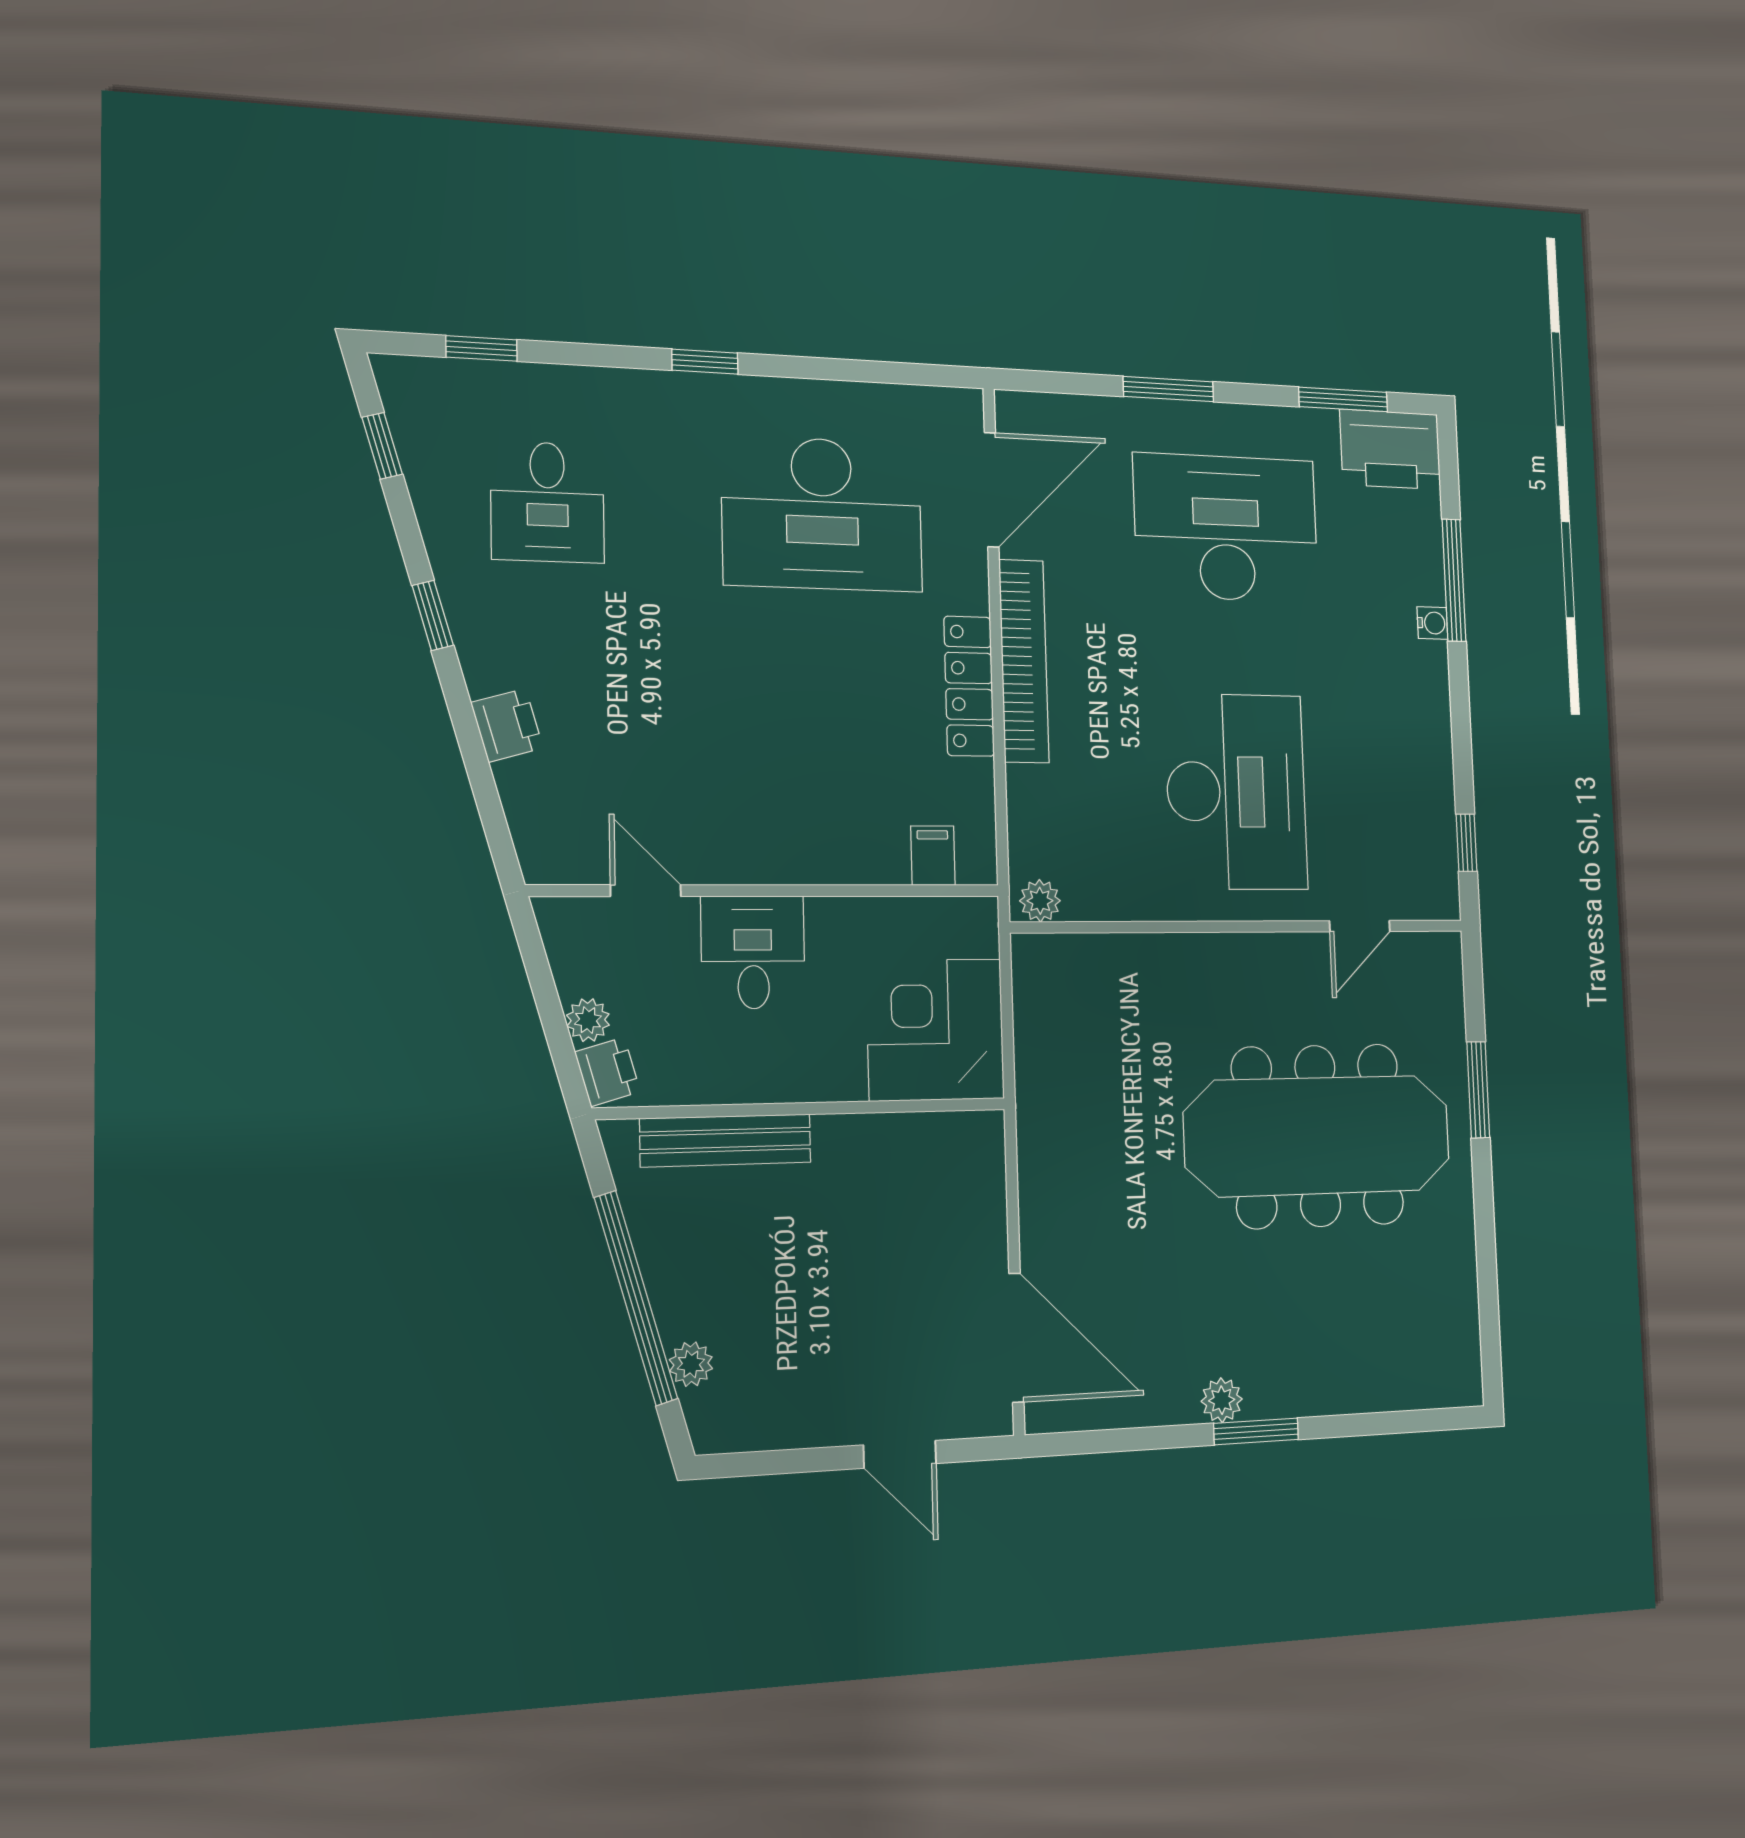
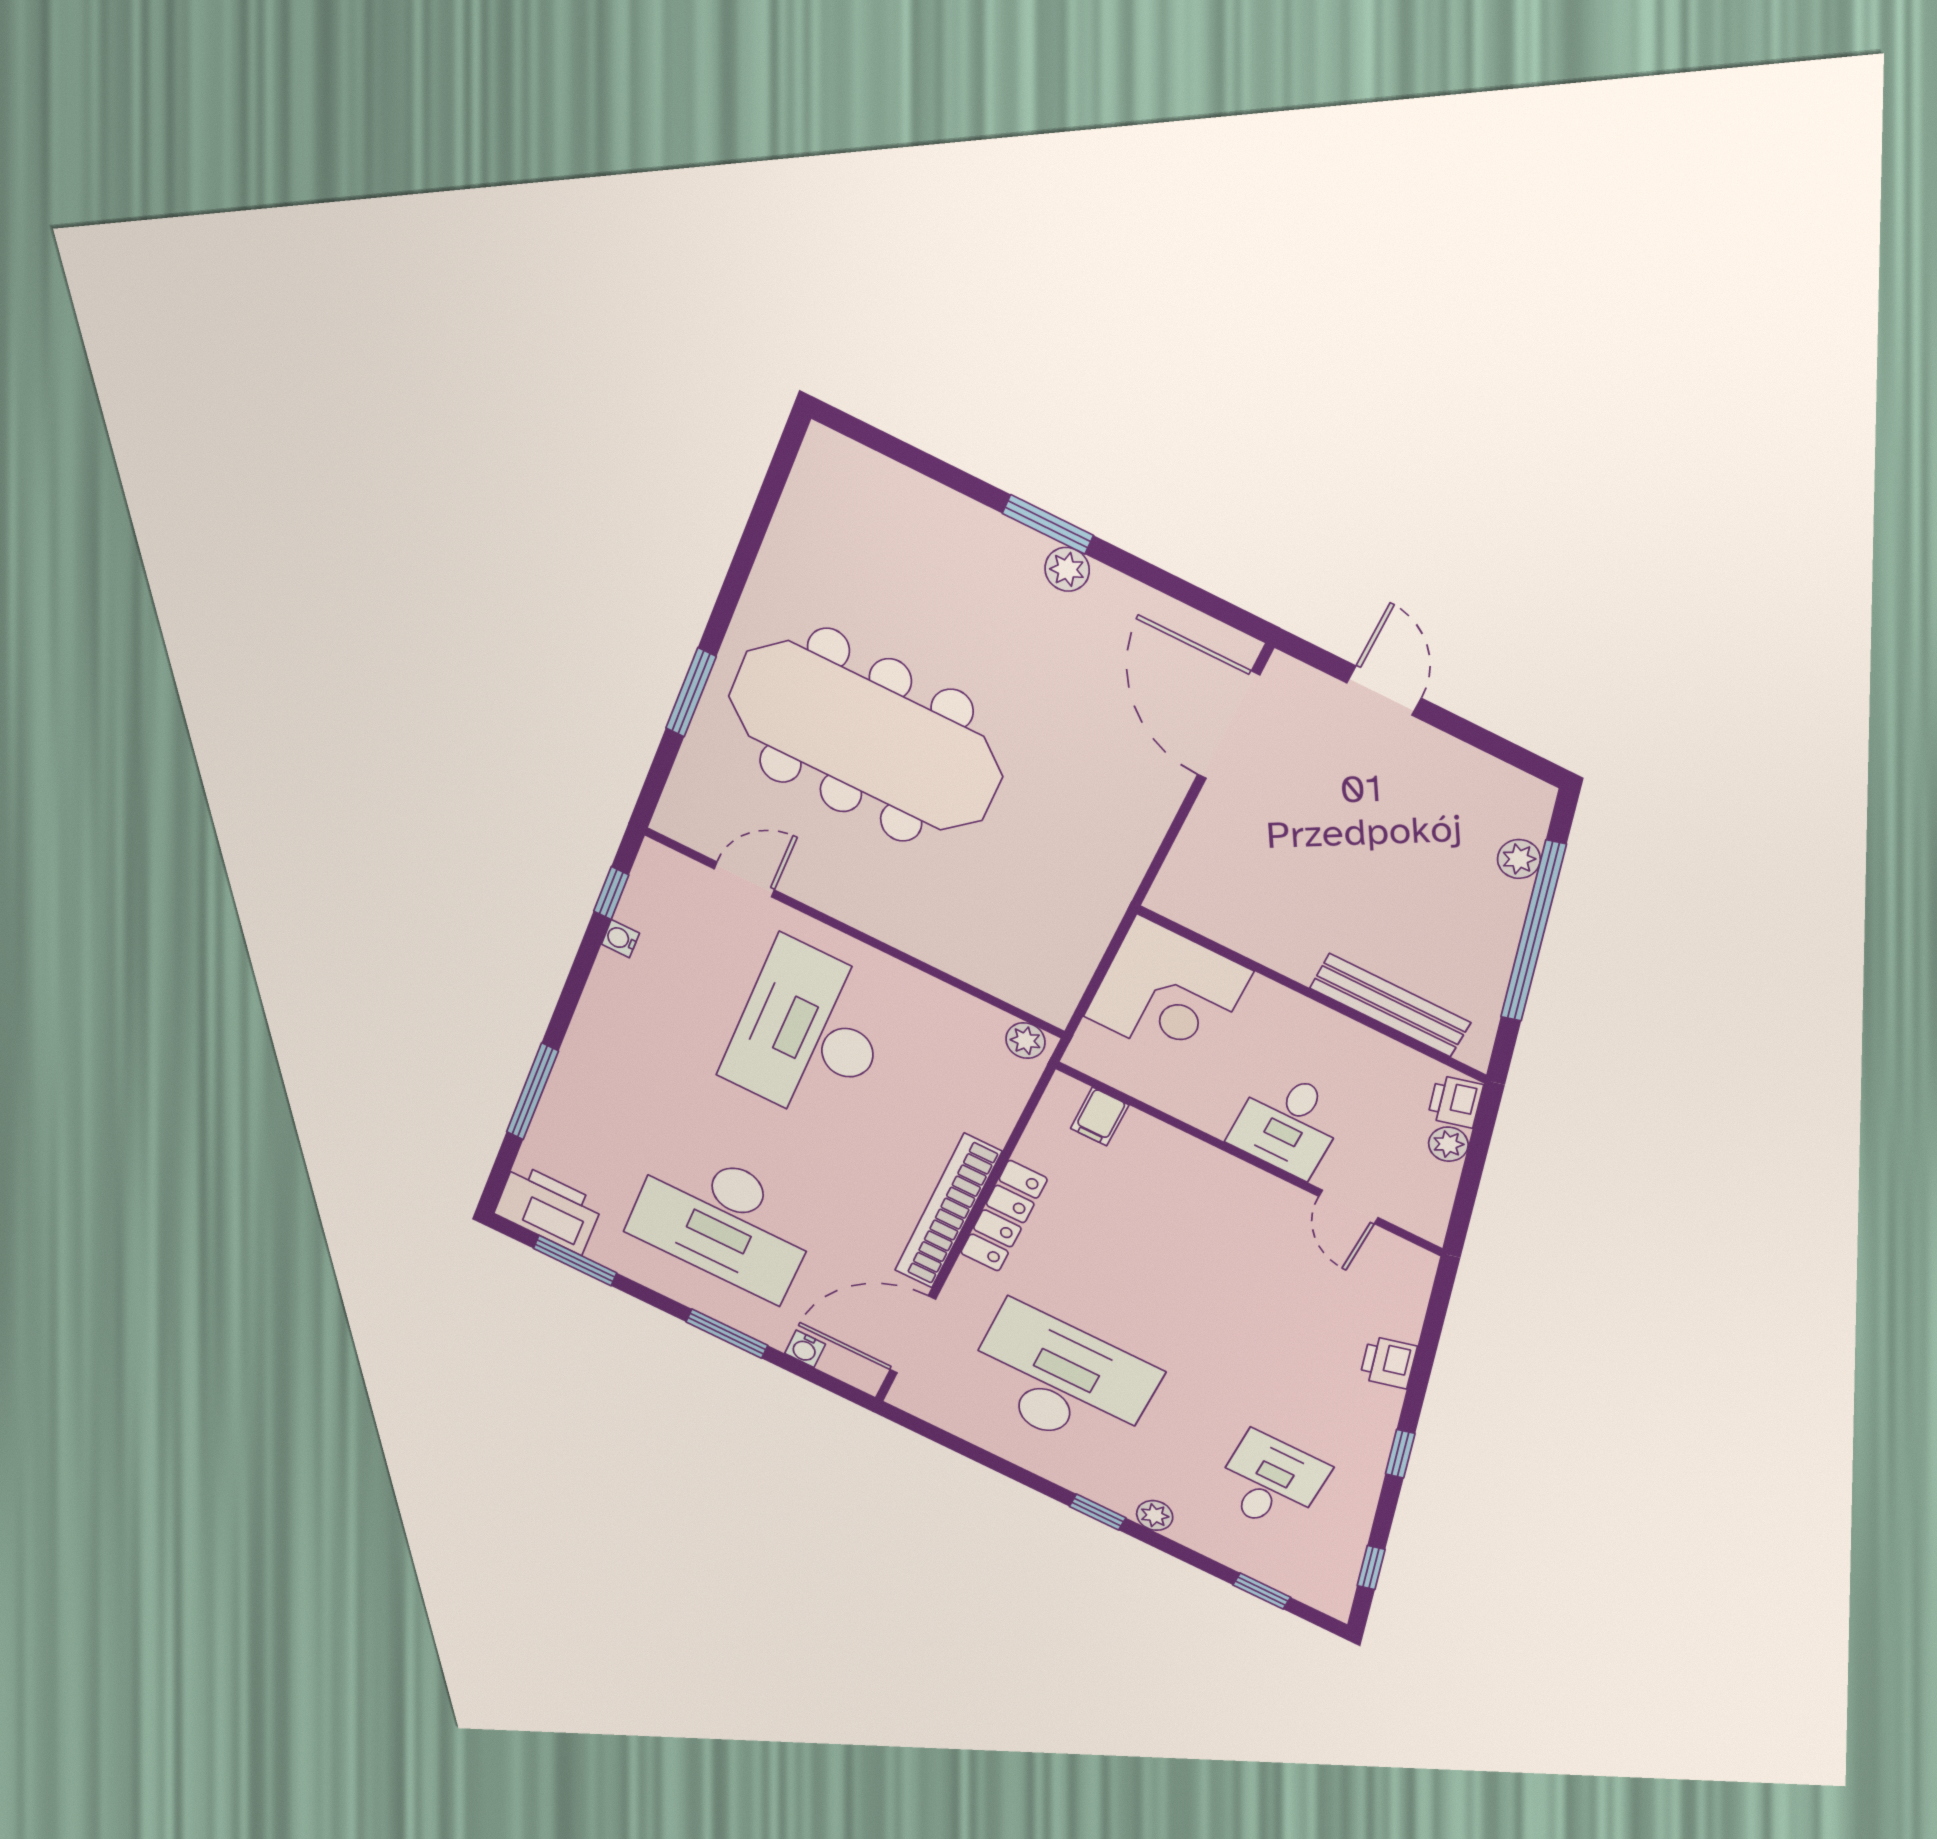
plant: (644, 390) -> (1155, 1515), added
water cooler: (1087, 412) -> (805, 1349), added
water cooler: (1432, 623) -> (620, 939), moved

